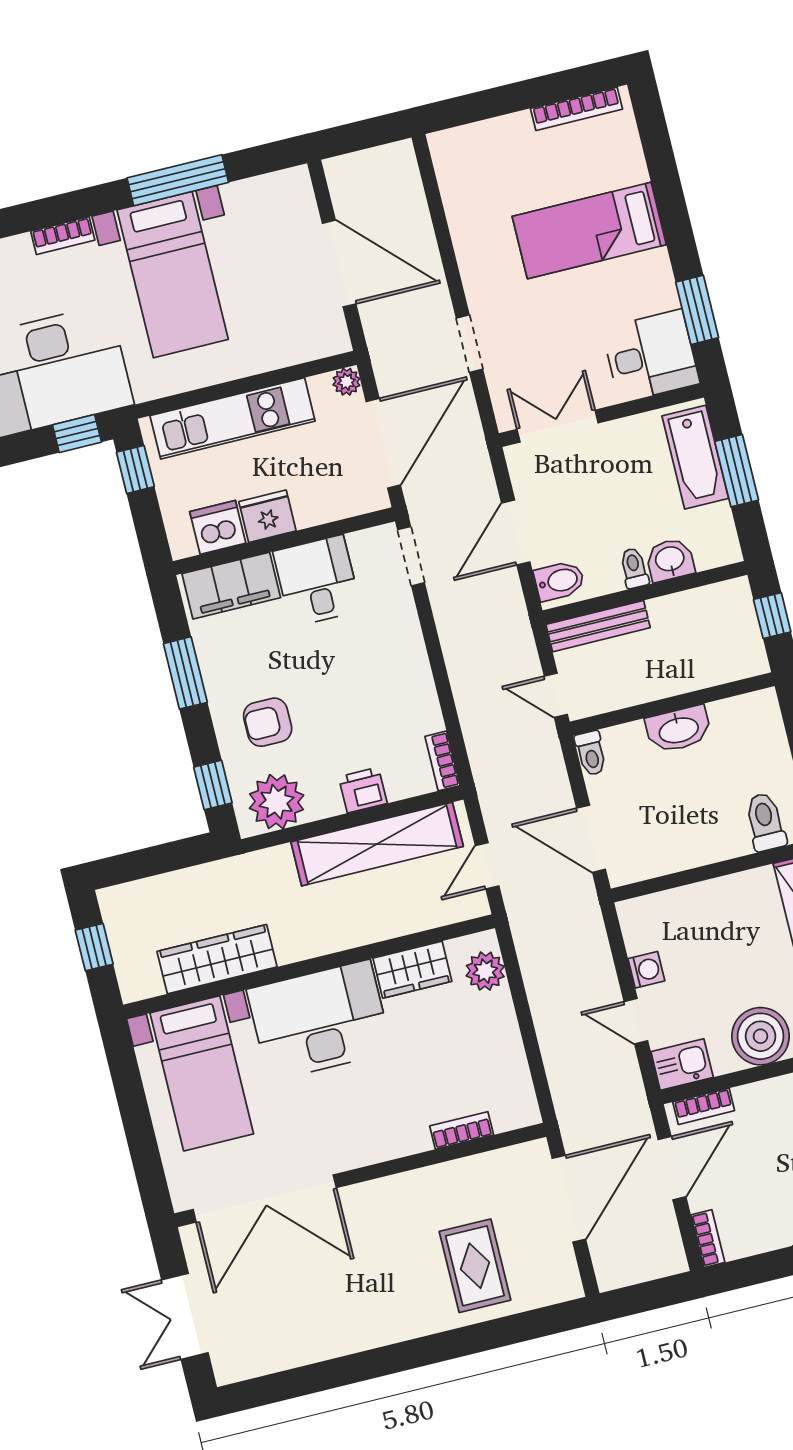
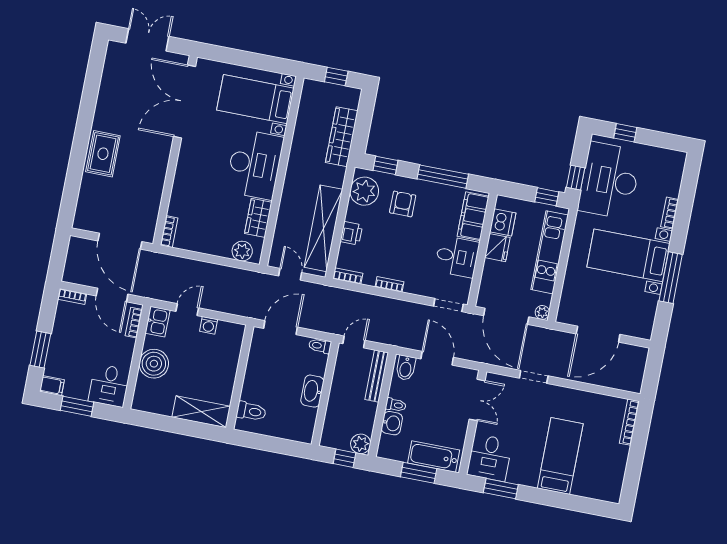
bookcase: (576, 109) -> (629, 422), moved
plant: (733, 599) -> (361, 444), added
window: (185, 673) -> (443, 177), width x1.44
bookcase: (423, 679) -> (390, 284), added
wardrobe: (217, 959) -> (342, 137), moved, turned 180
bookcase: (462, 1130) -> (169, 232), moved
rug: (475, 1266) -> (103, 154), moved, turned 90

